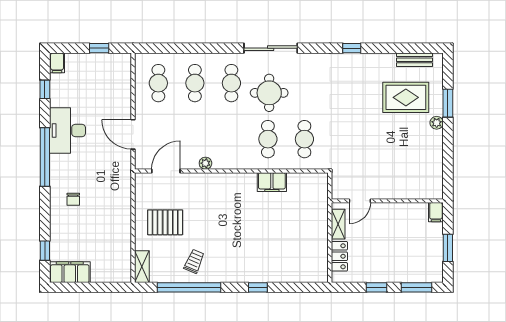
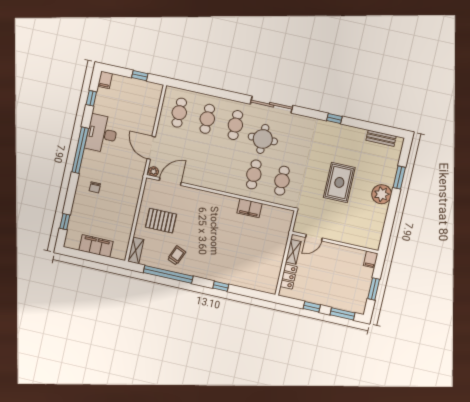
rug: (406, 97) -> (339, 182), moved, turned 90
plant: (437, 123) -> (382, 194), width x1.87, depth x1.87
plant: (205, 163) -> (154, 171), moved
filing cabinet: (70, 272) -> (96, 246), moved

